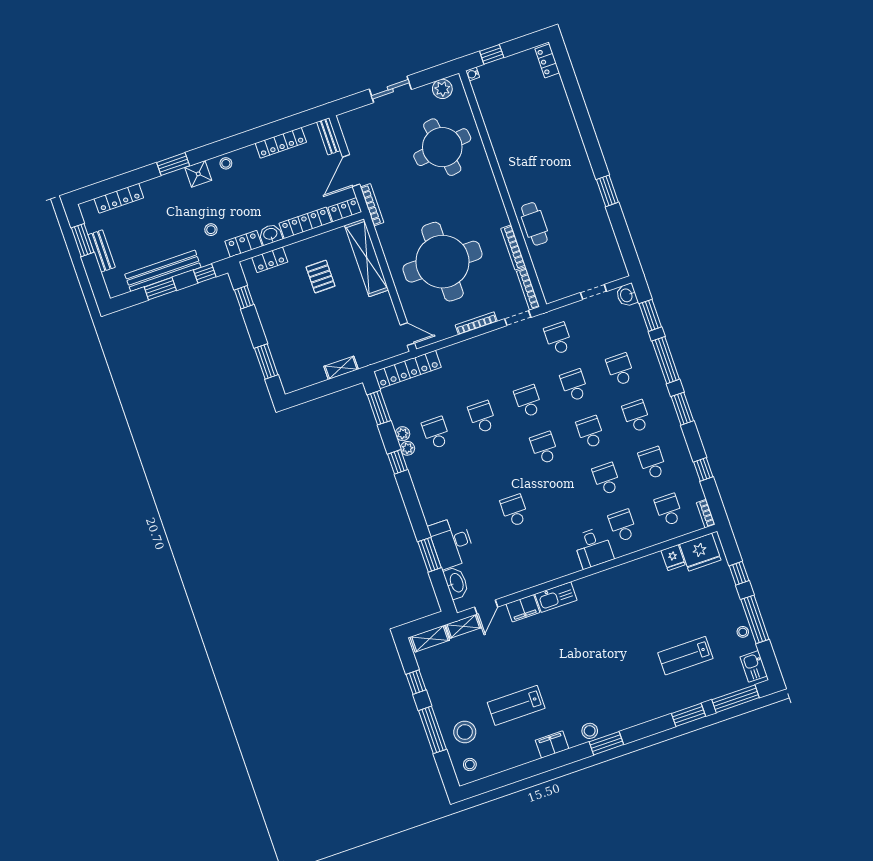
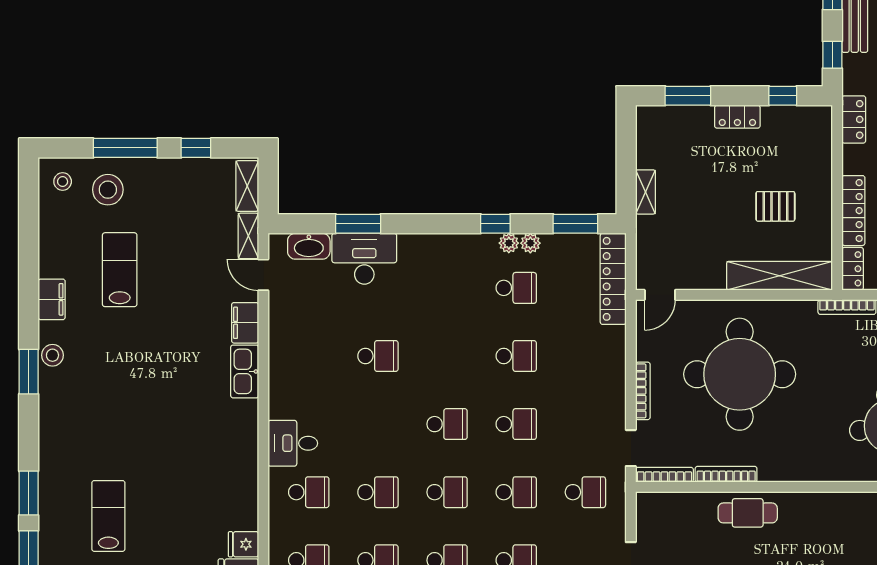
washbasin: (270, 234) -> (854, 159), removed
locker: (270, 260) -> (737, 117), moved, turned -90

